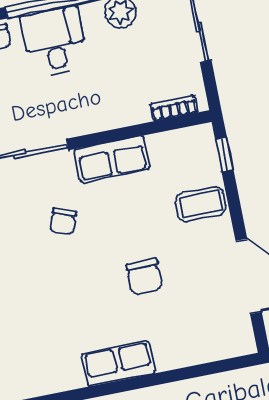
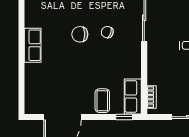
row of seats: (112, 159) -> (133, 96), moved
chair: (144, 277) -> (80, 34), moved

